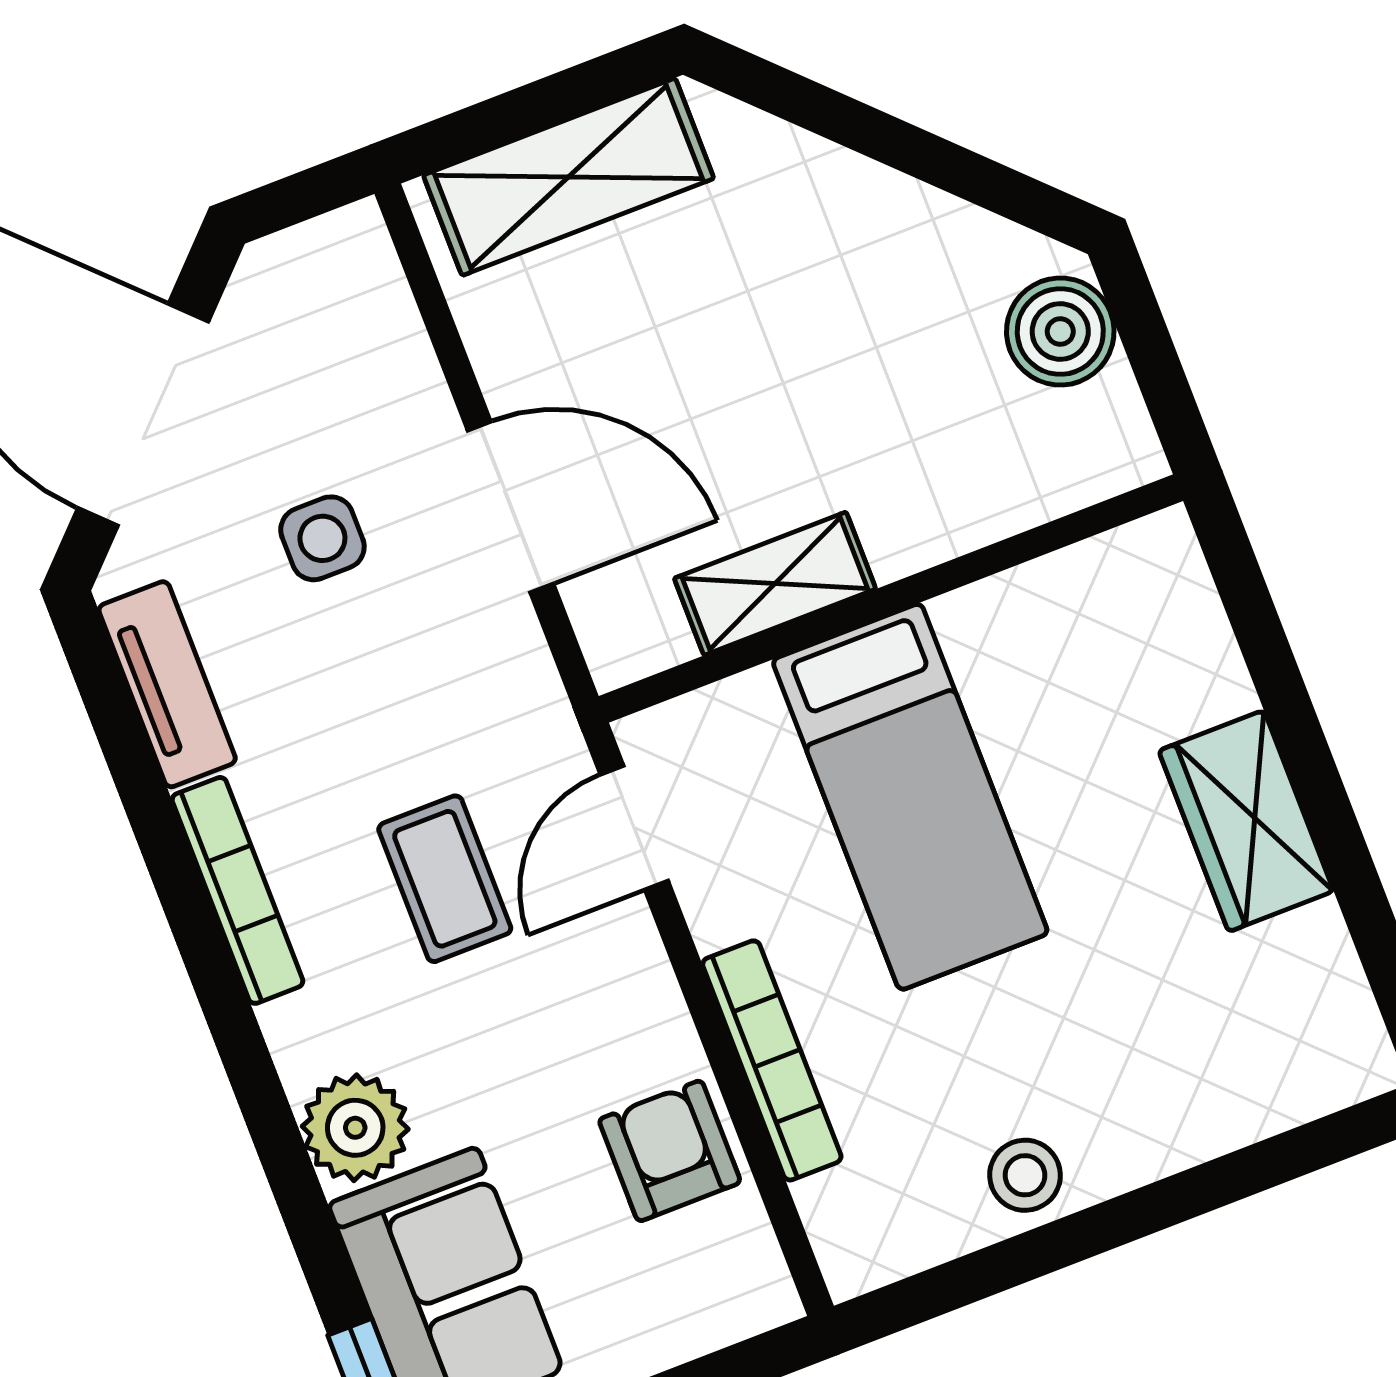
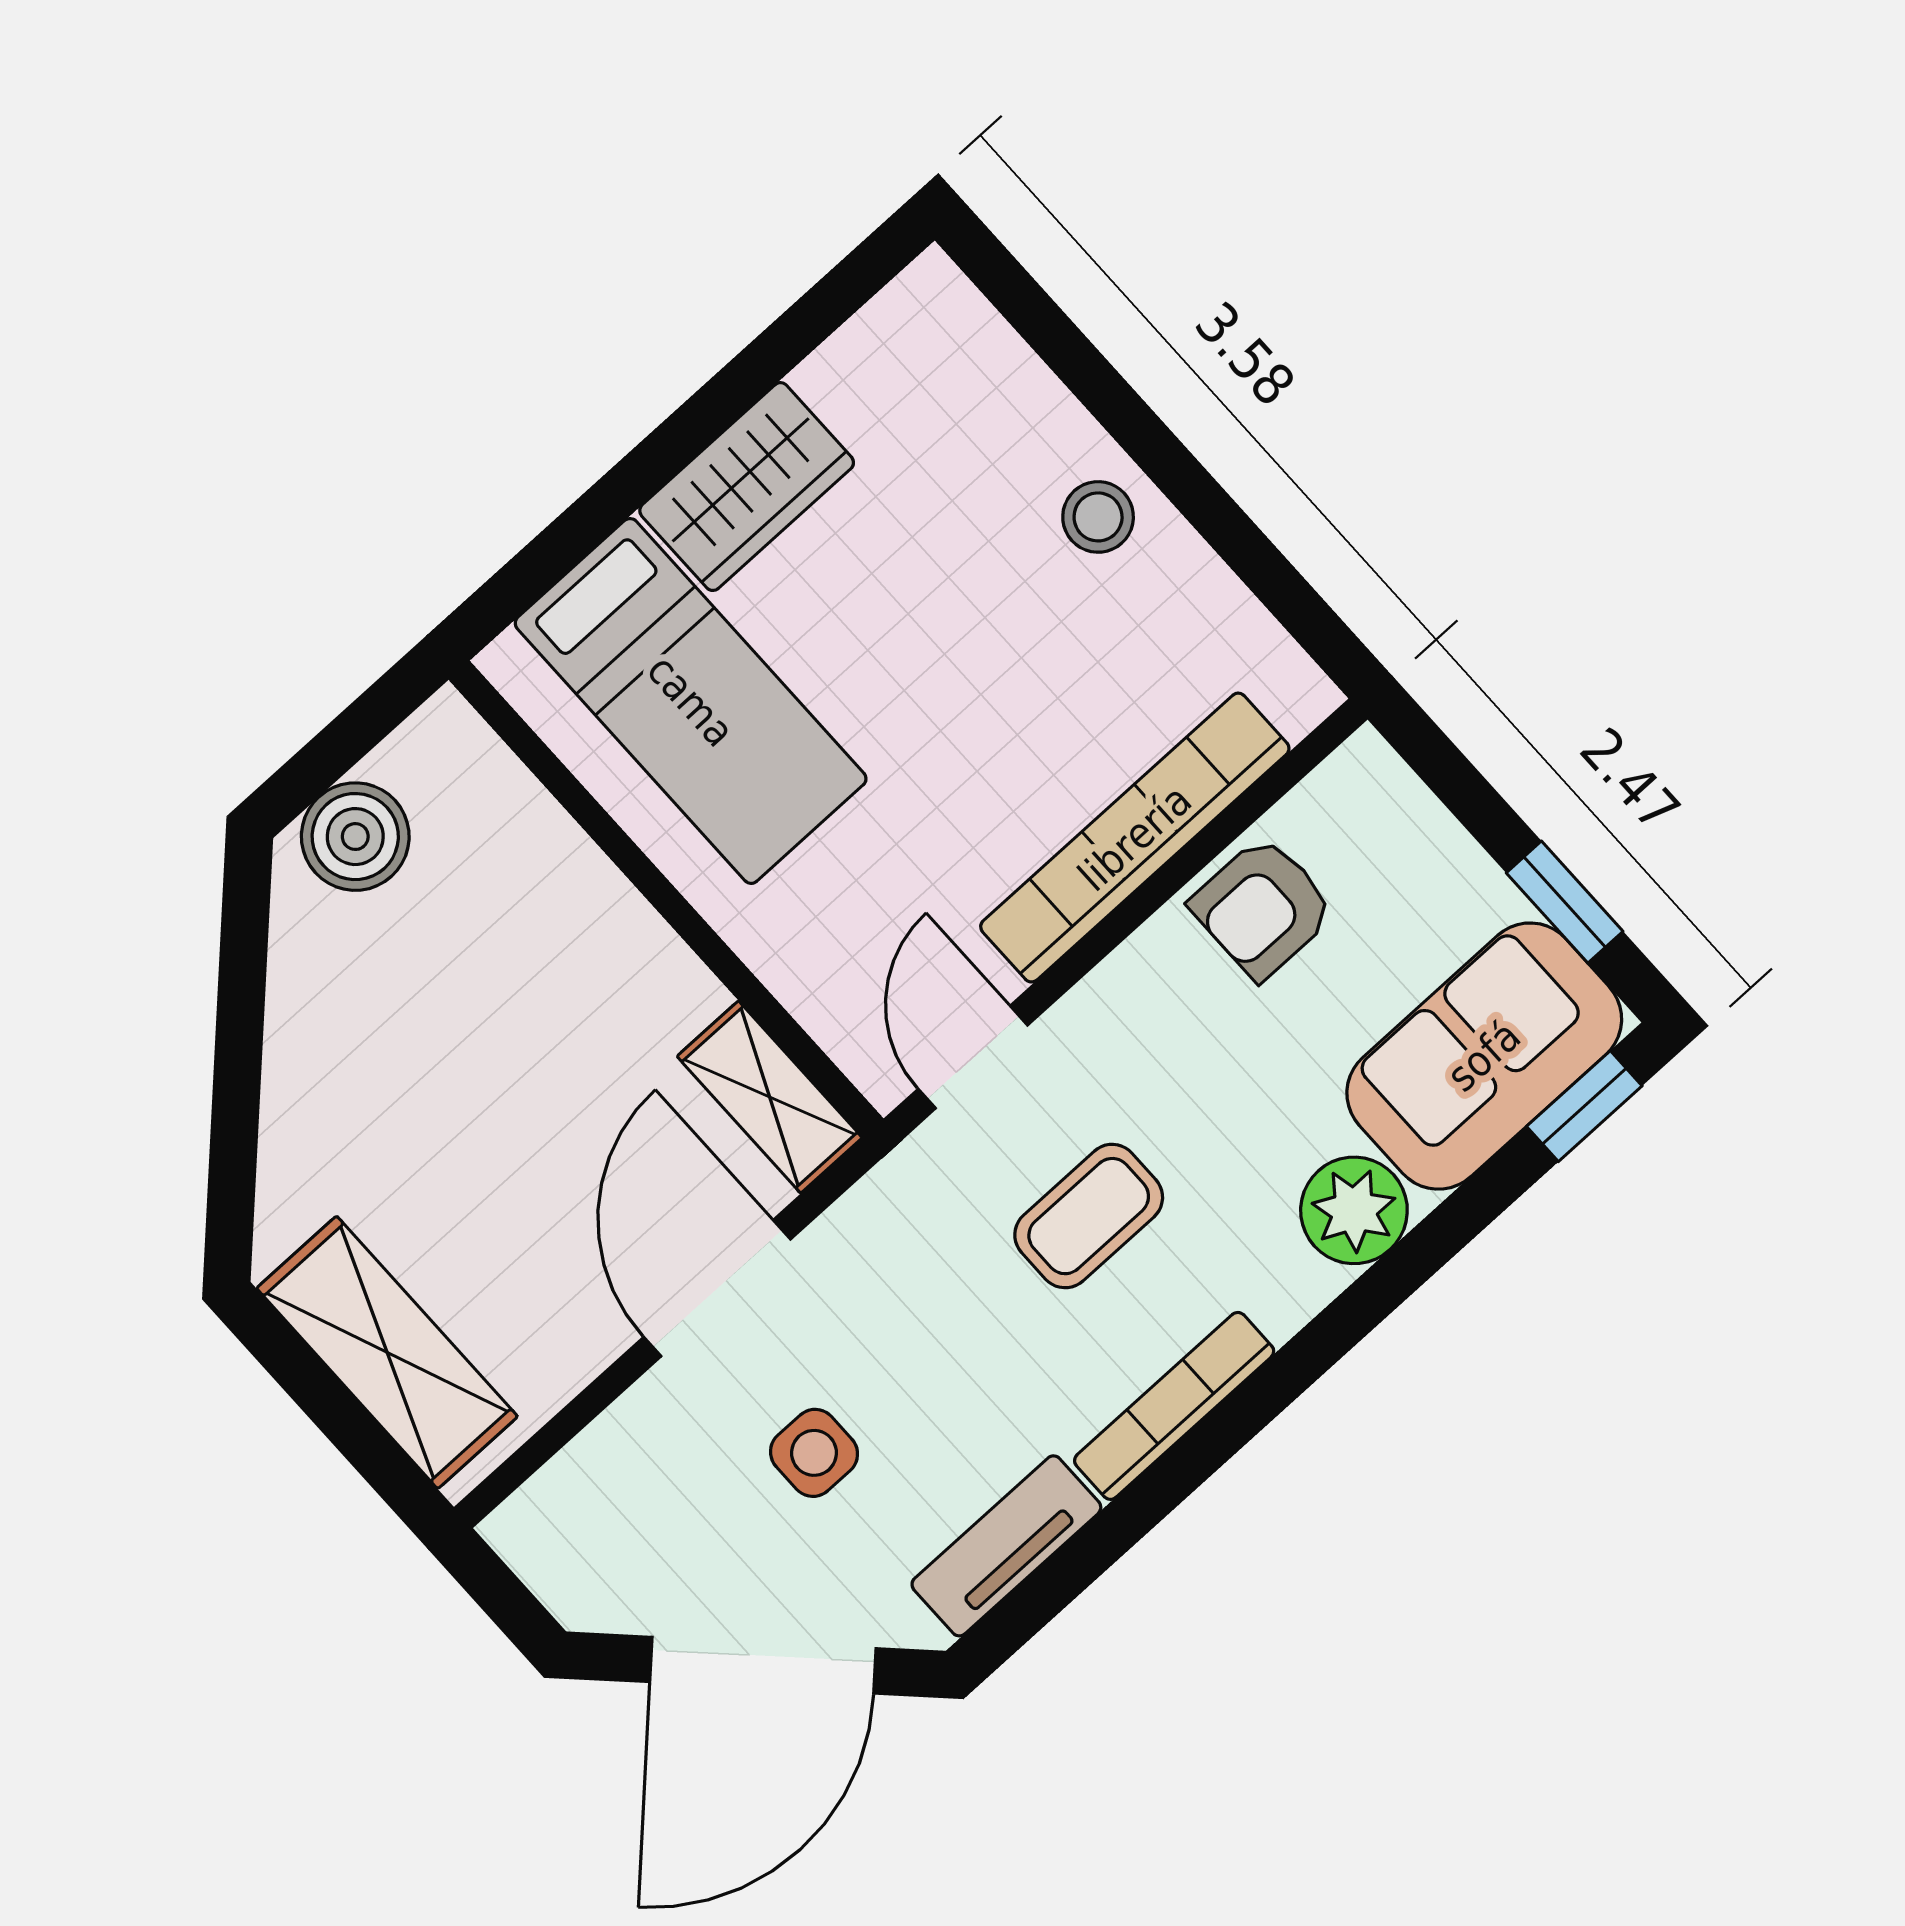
shelving: (775, 584) -> (770, 1097), moved
bed: (910, 797) -> (691, 701), moved, turned 90
door: (634, 828) -> (973, 1057), swing flipped
bookcase: (772, 1060) -> (1135, 838), width x1.48, depth x1.31
stool: (1025, 1175) -> (1098, 517), moved

